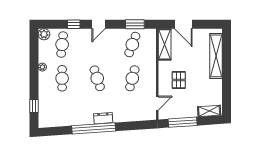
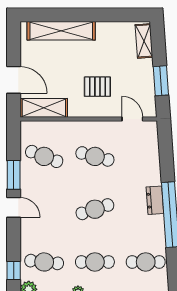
window: (74, 24) -> (14, 270), moved
window: (135, 24) -> (14, 175), moved
door: (183, 24) -> (14, 80), hinge flipped
cafe table: (62, 112) -> (146, 262), added
window: (183, 122) -> (161, 81), width x0.69

